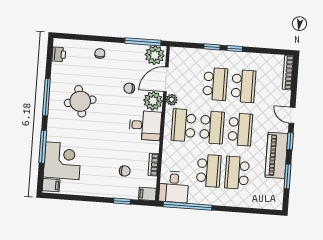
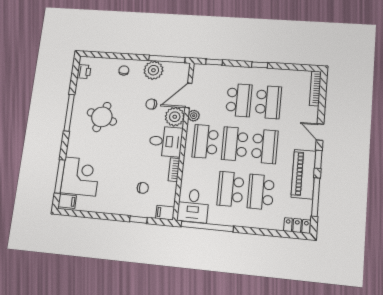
window: (212, 47) -> (214, 62), moved
plant: (155, 55) -> (153, 70), moved
round table: (80, 101) -> (102, 117), turned 30
school desk: (212, 127) -> (235, 144), turned 180
window: (43, 147) -> (60, 176), moved
bookcase: (153, 165) -> (174, 170), moved
school desk: (209, 171) -> (231, 189), turned 180
window: (288, 176) -> (316, 197), width x1.44
locker: (270, 203) -> (297, 225), added

